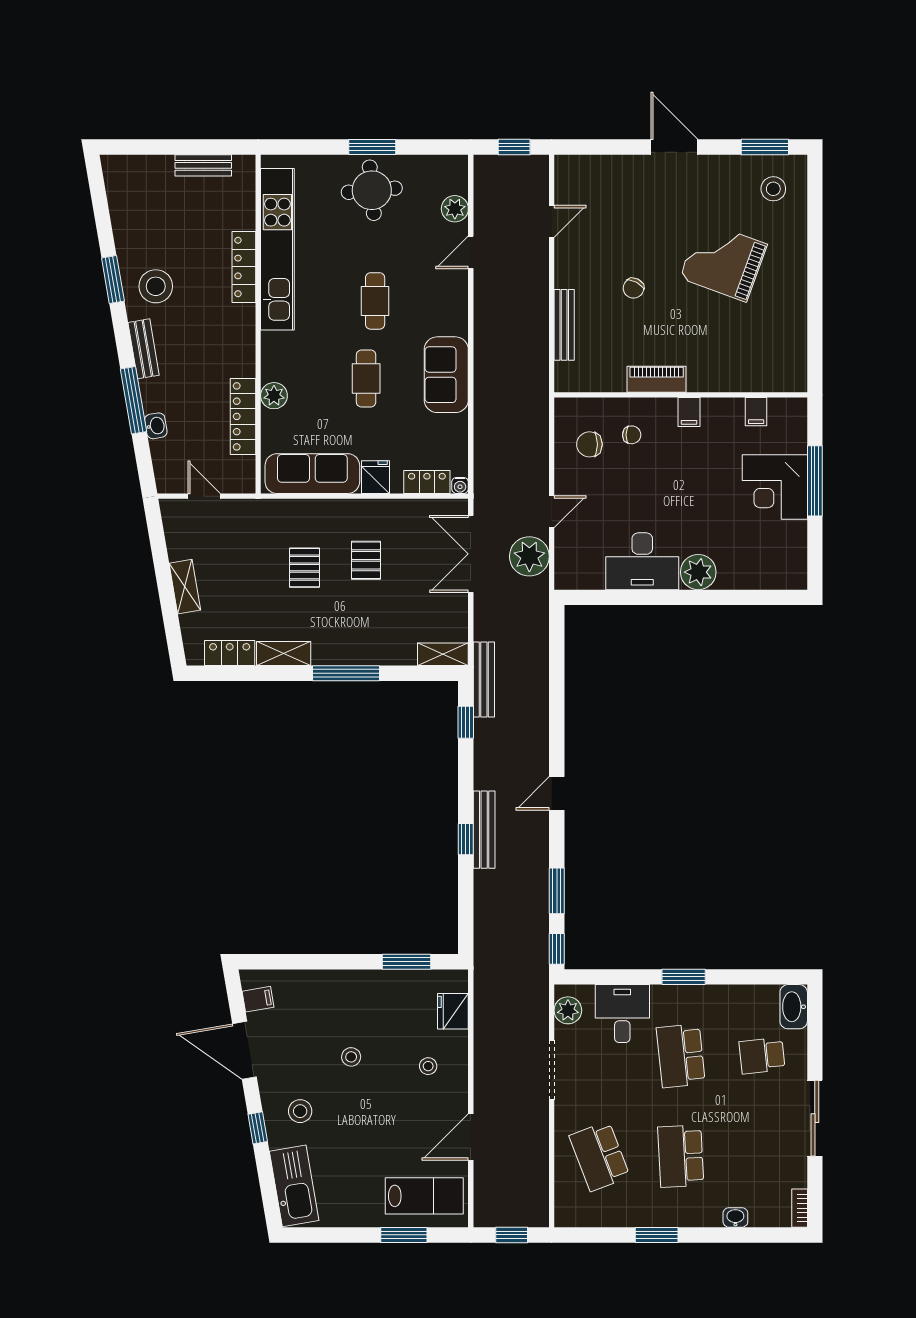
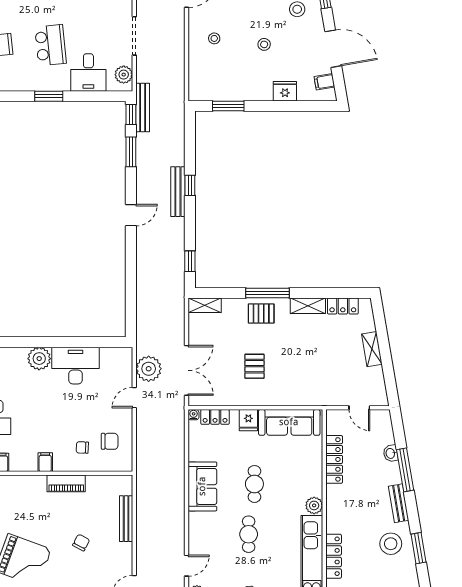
plant: (274, 396) -> (314, 505), moved
pallet: (305, 568) -> (261, 313), moved, turned 90
bench: (484, 679) -> (143, 107), moved
fridge: (453, 1011) -> (285, 91), moved, turned -90

